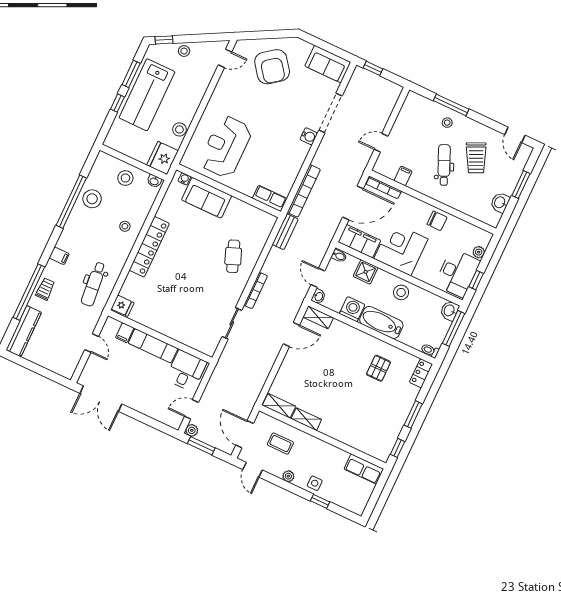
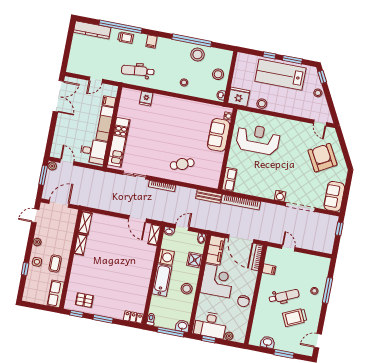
armchair: (272, 67) -> (322, 158), turned 98
locker: (149, 247) -> (174, 103), removed
fridge: (123, 306) -> (146, 99), moved
kitchen unit: (183, 334) -> (119, 142), added
pallet: (378, 368) -> (84, 300), moved
double door: (101, 399) -> (58, 96), swing flipped
coffee table: (280, 444) -> (55, 264), moved

